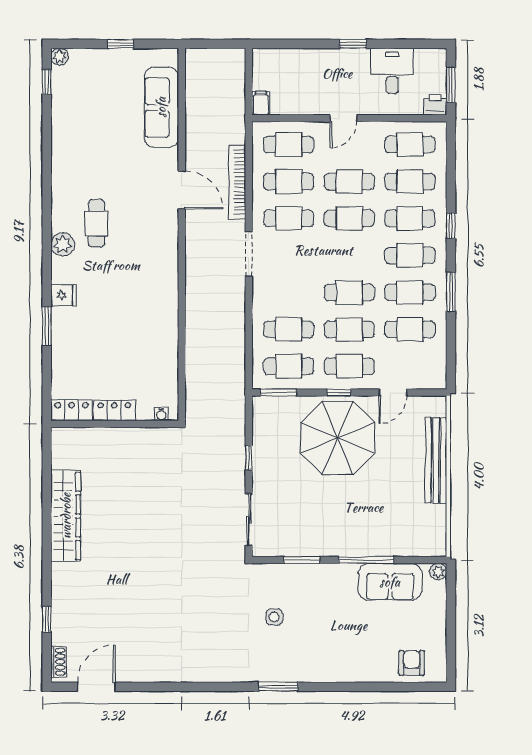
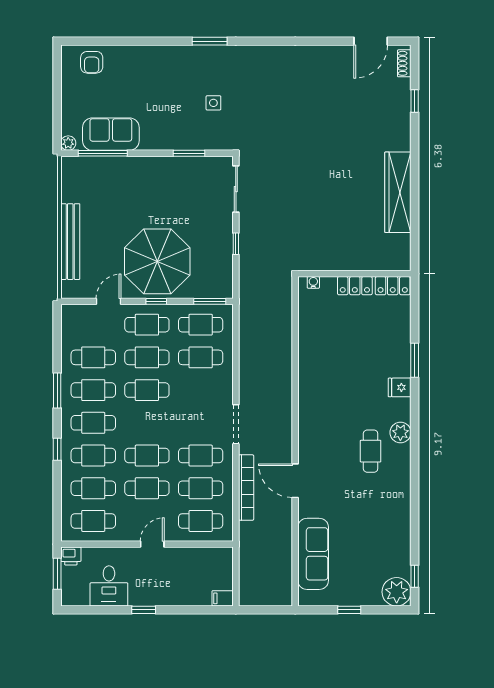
plant: (60, 57) -> (397, 592), width x1.87, depth x1.87
filing cabinet: (261, 103) -> (223, 598), moved, turned 90
window: (366, 560) -> (103, 153), moved

